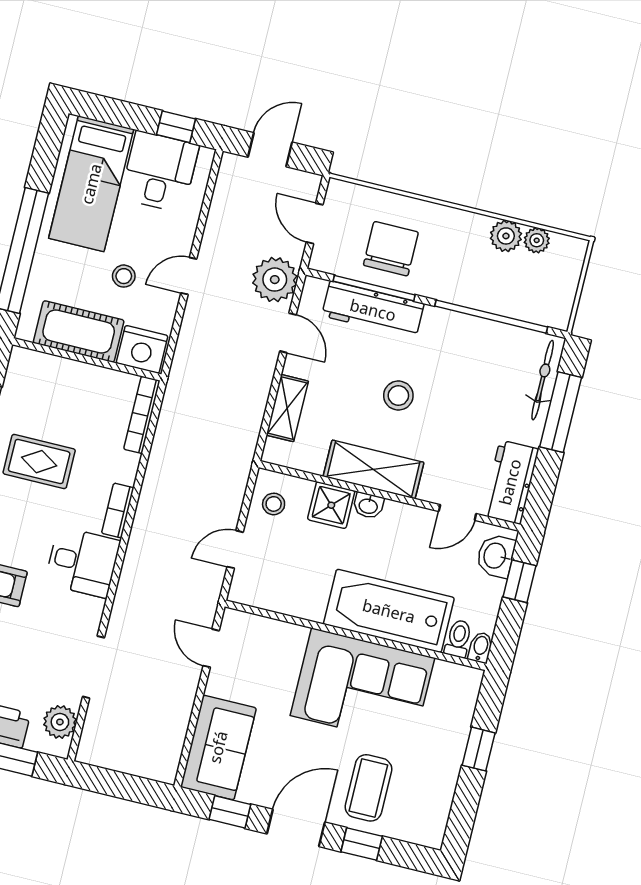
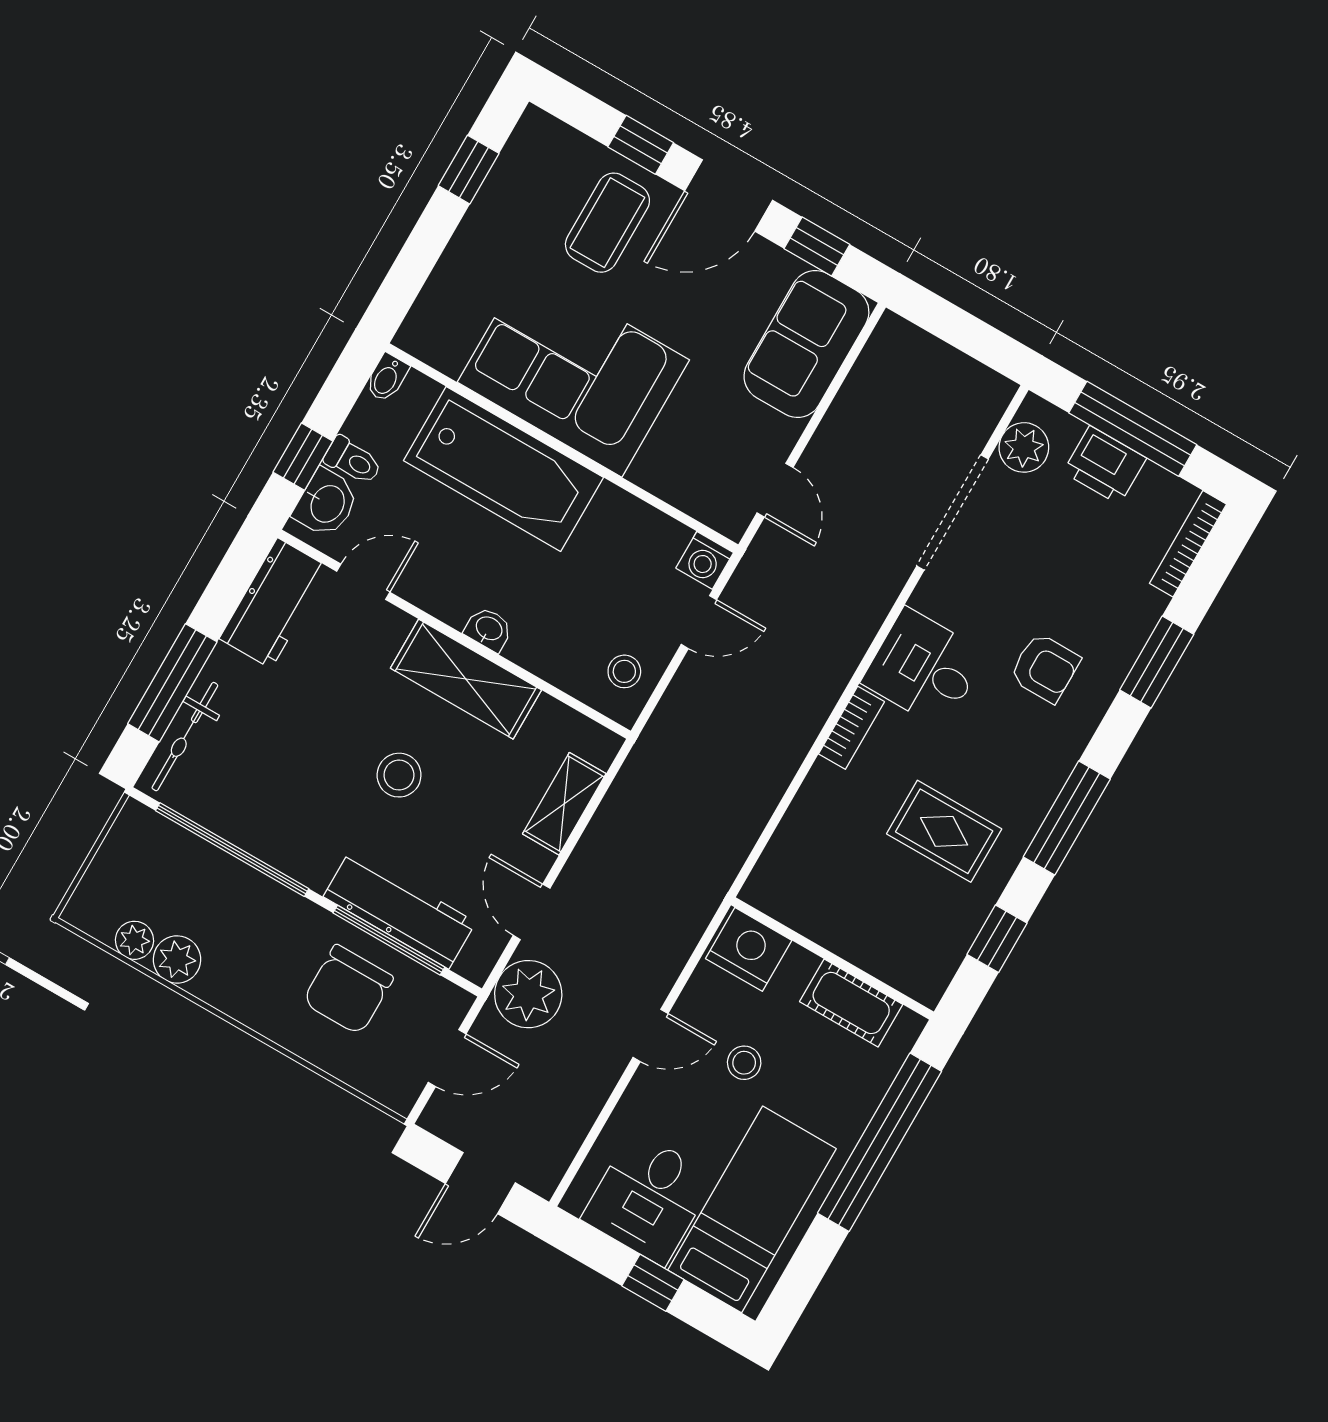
window: (176, 127) -> (653, 1283), moved
door: (315, 223) -> (447, 1058), hinge flipped
cot: (79, 332) -> (851, 1003), width x0.73, depth x0.75
bookcase: (142, 415) -> (777, 855), removed
shower: (331, 505) -> (542, 645), removed
washing machine: (243, 590) -> (705, 560), added
toilet: (458, 639) -> (353, 461), moved, turned -90
doorway: (93, 667) -> (952, 512), width x1.36
window: (479, 749) -> (469, 170), moved

